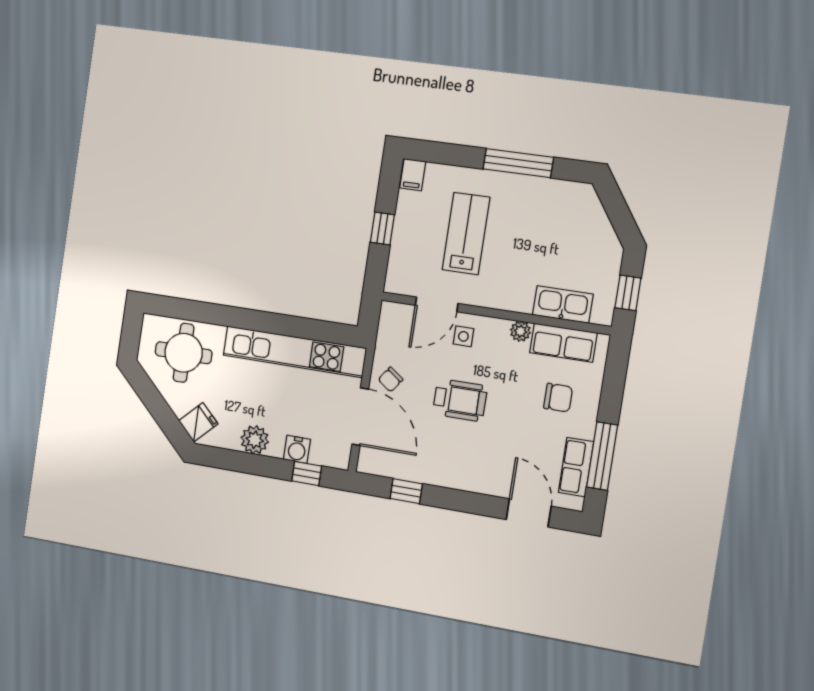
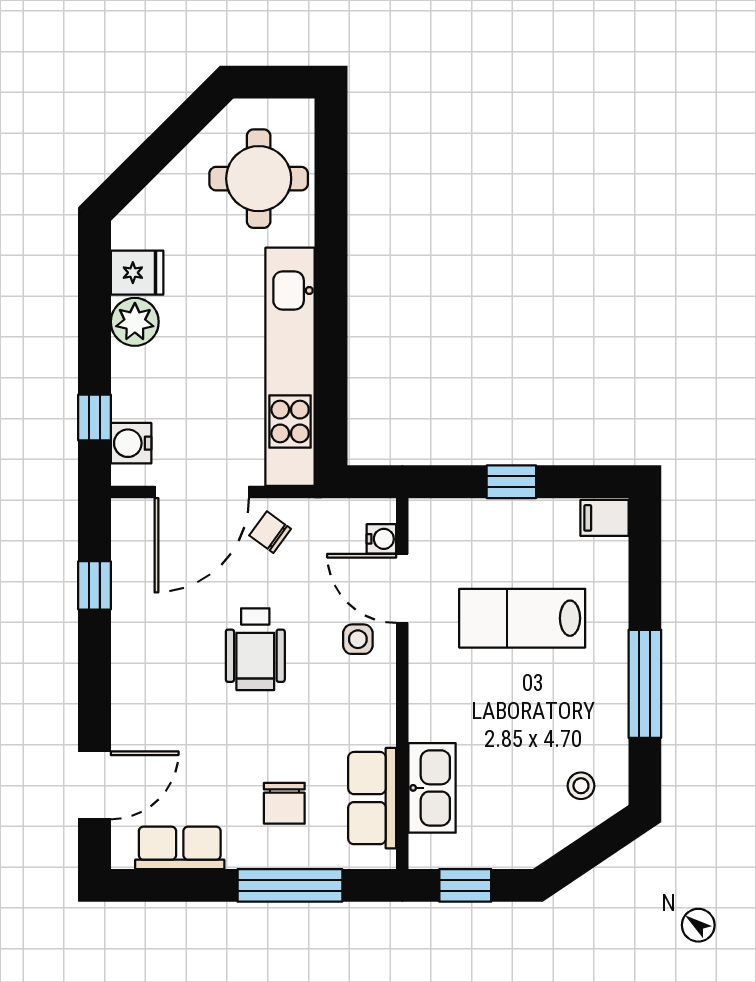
stool: (576, 212) -> (581, 786), added
lab bench: (466, 234) -> (522, 618), turned 180
water cooler: (405, 313) -> (381, 539), added
plant: (520, 331) -> (380, 728), removed
fridge: (198, 422) -> (137, 273), moved, turned -45
water cooler: (297, 449) -> (131, 443), moved
window: (602, 456) -> (290, 885), moved

